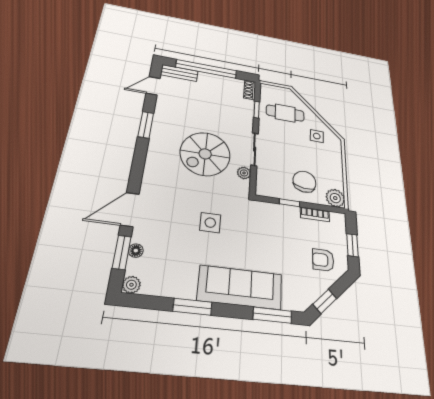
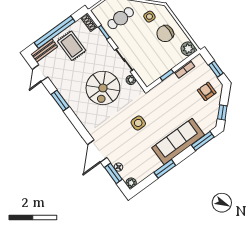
rug: (211, 92) -> (72, 46), added
chair: (304, 182) -> (165, 34), moved, turned -98
armchair: (323, 260) -> (207, 91), turned 90

